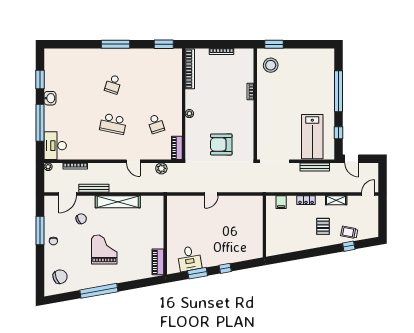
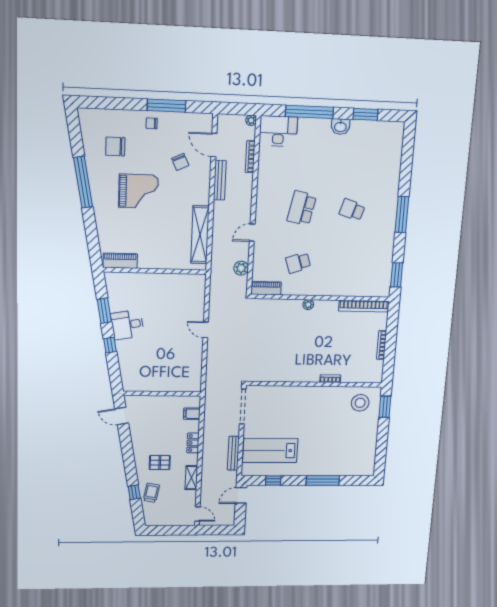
window: (339, 91) -> (323, 480), width x0.68
armchair: (221, 144) -> (267, 343), removed
shelving: (118, 202) -> (200, 235), moved
door: (283, 258) -> (122, 416), added
desk: (189, 259) -> (127, 325), moved
chair: (60, 277) -> (115, 146), moved, turned 111

